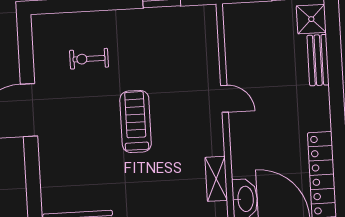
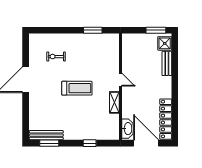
treadmill: (136, 122) -> (77, 88), turned 90
shelving: (216, 179) -> (114, 102), moved

